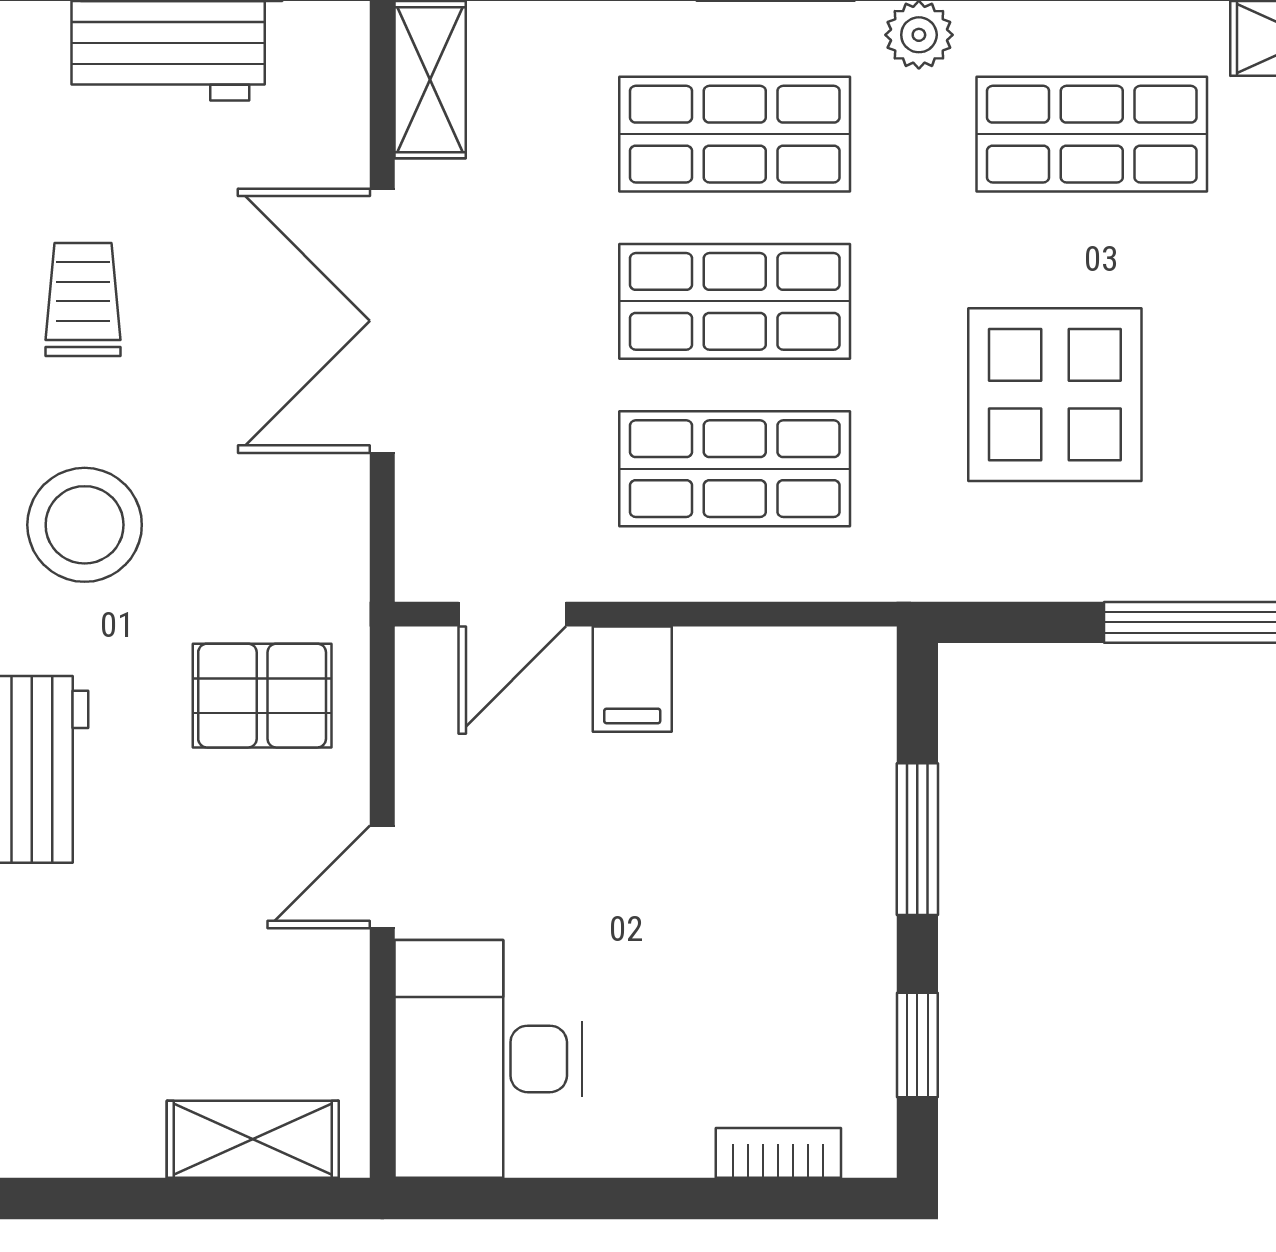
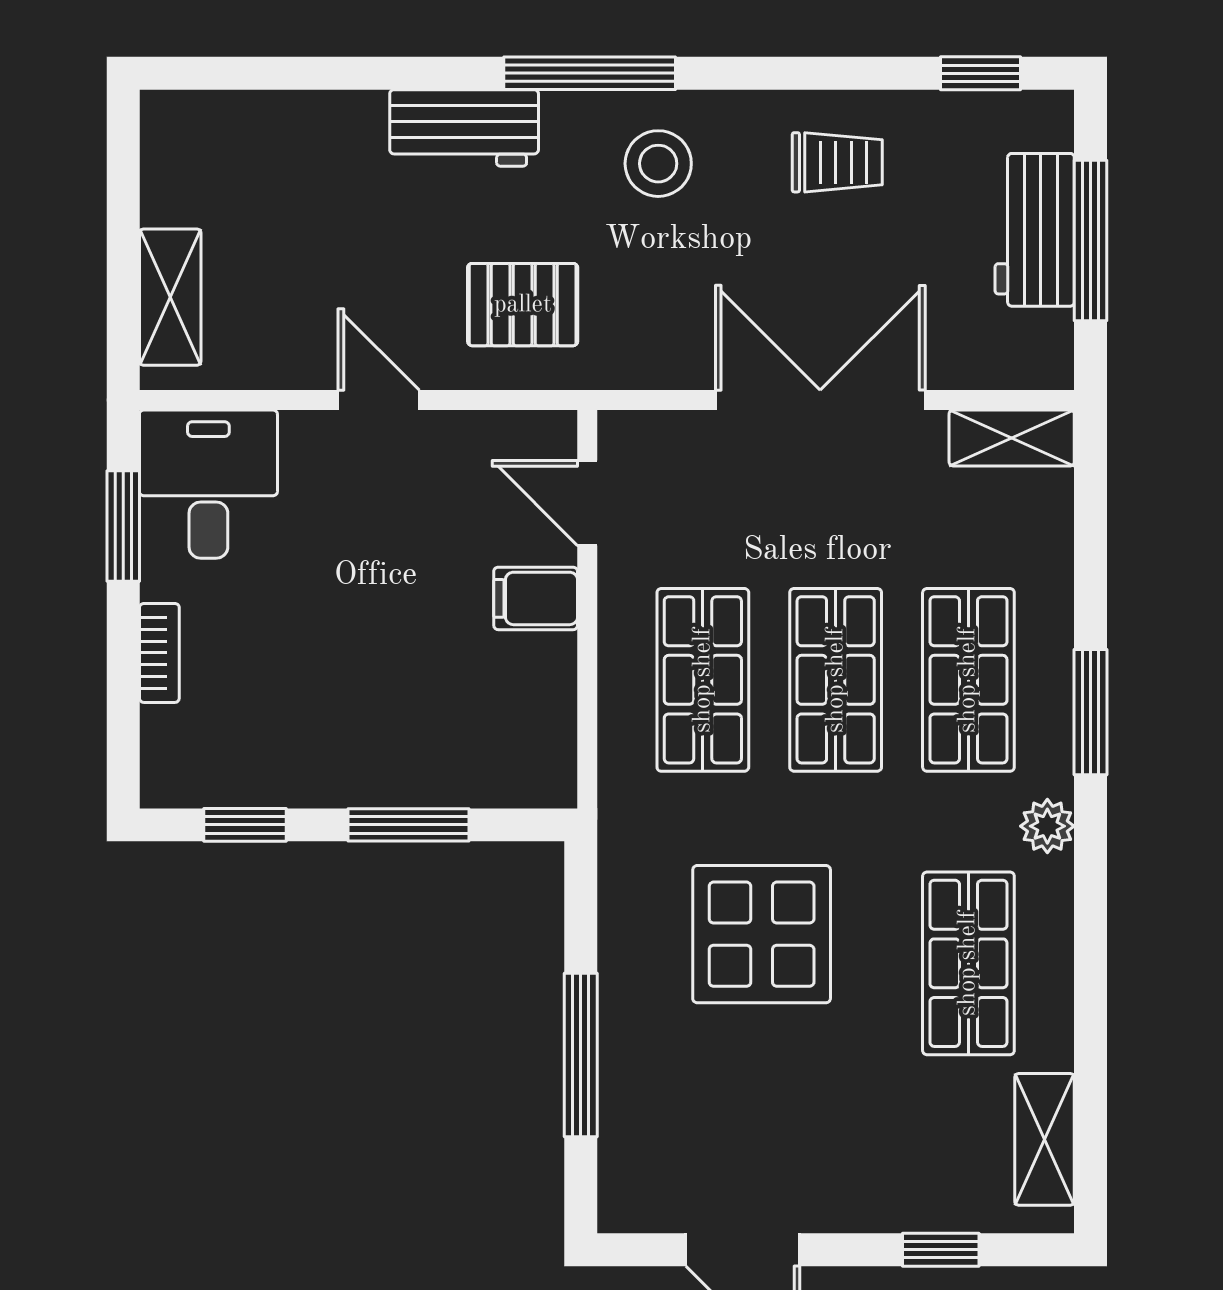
stool: (85, 525) -> (658, 164), width x0.73, depth x0.73
pallet: (262, 696) -> (523, 305), turned 90
desk: (488, 1059) -> (208, 484), width x0.73
bookcase: (778, 1153) -> (159, 653), moved
window: (541, 1199) -> (123, 526), added

